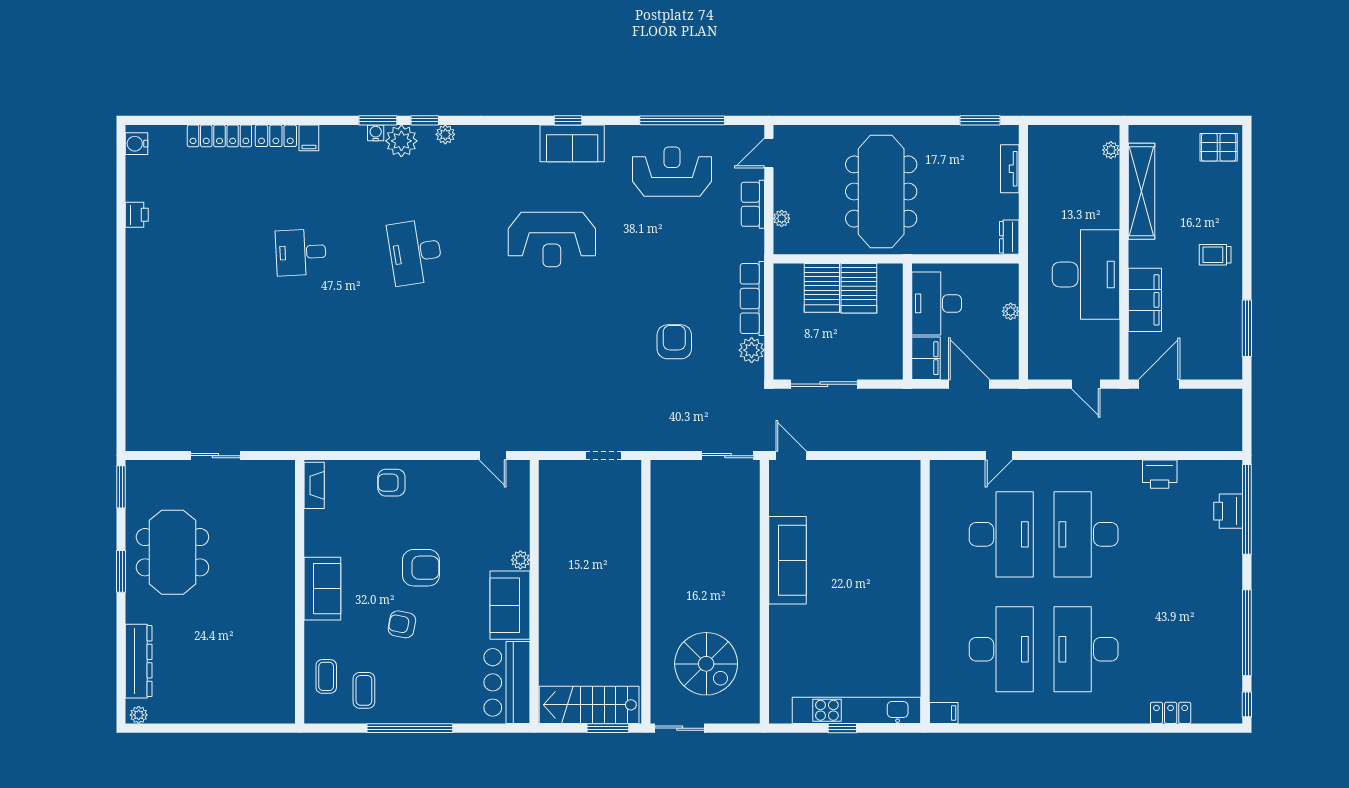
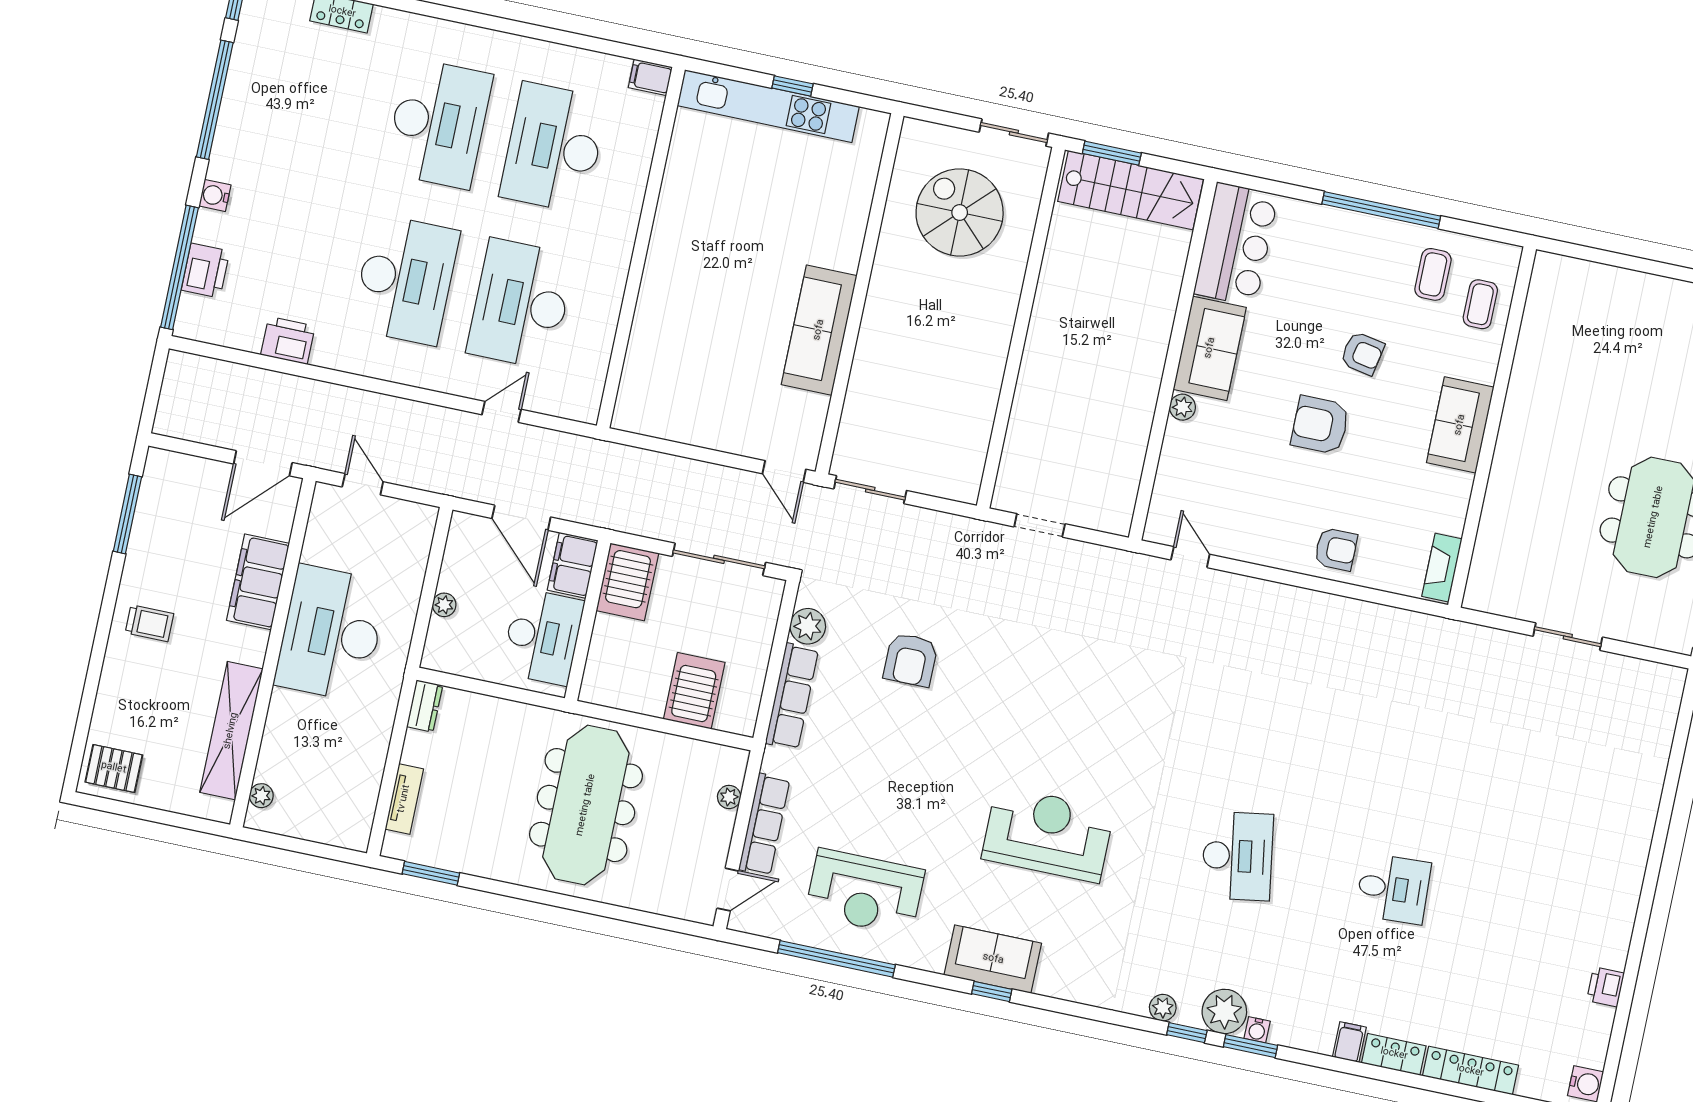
row of seats: (753, 204) -> (764, 825), width x1.48
server rack: (859, 288) -> (627, 582), moved, turned 180
water cooler: (1233, 565) -> (215, 195), added

